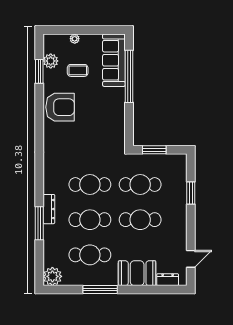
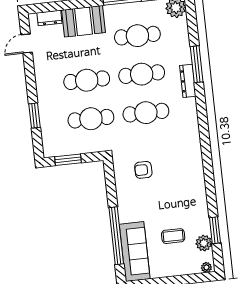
plant: (75, 39) -> (206, 267), moved
armchair: (60, 107) -> (143, 170), moved, width x0.53, depth x0.53
window: (154, 150) -> (68, 160), moved

